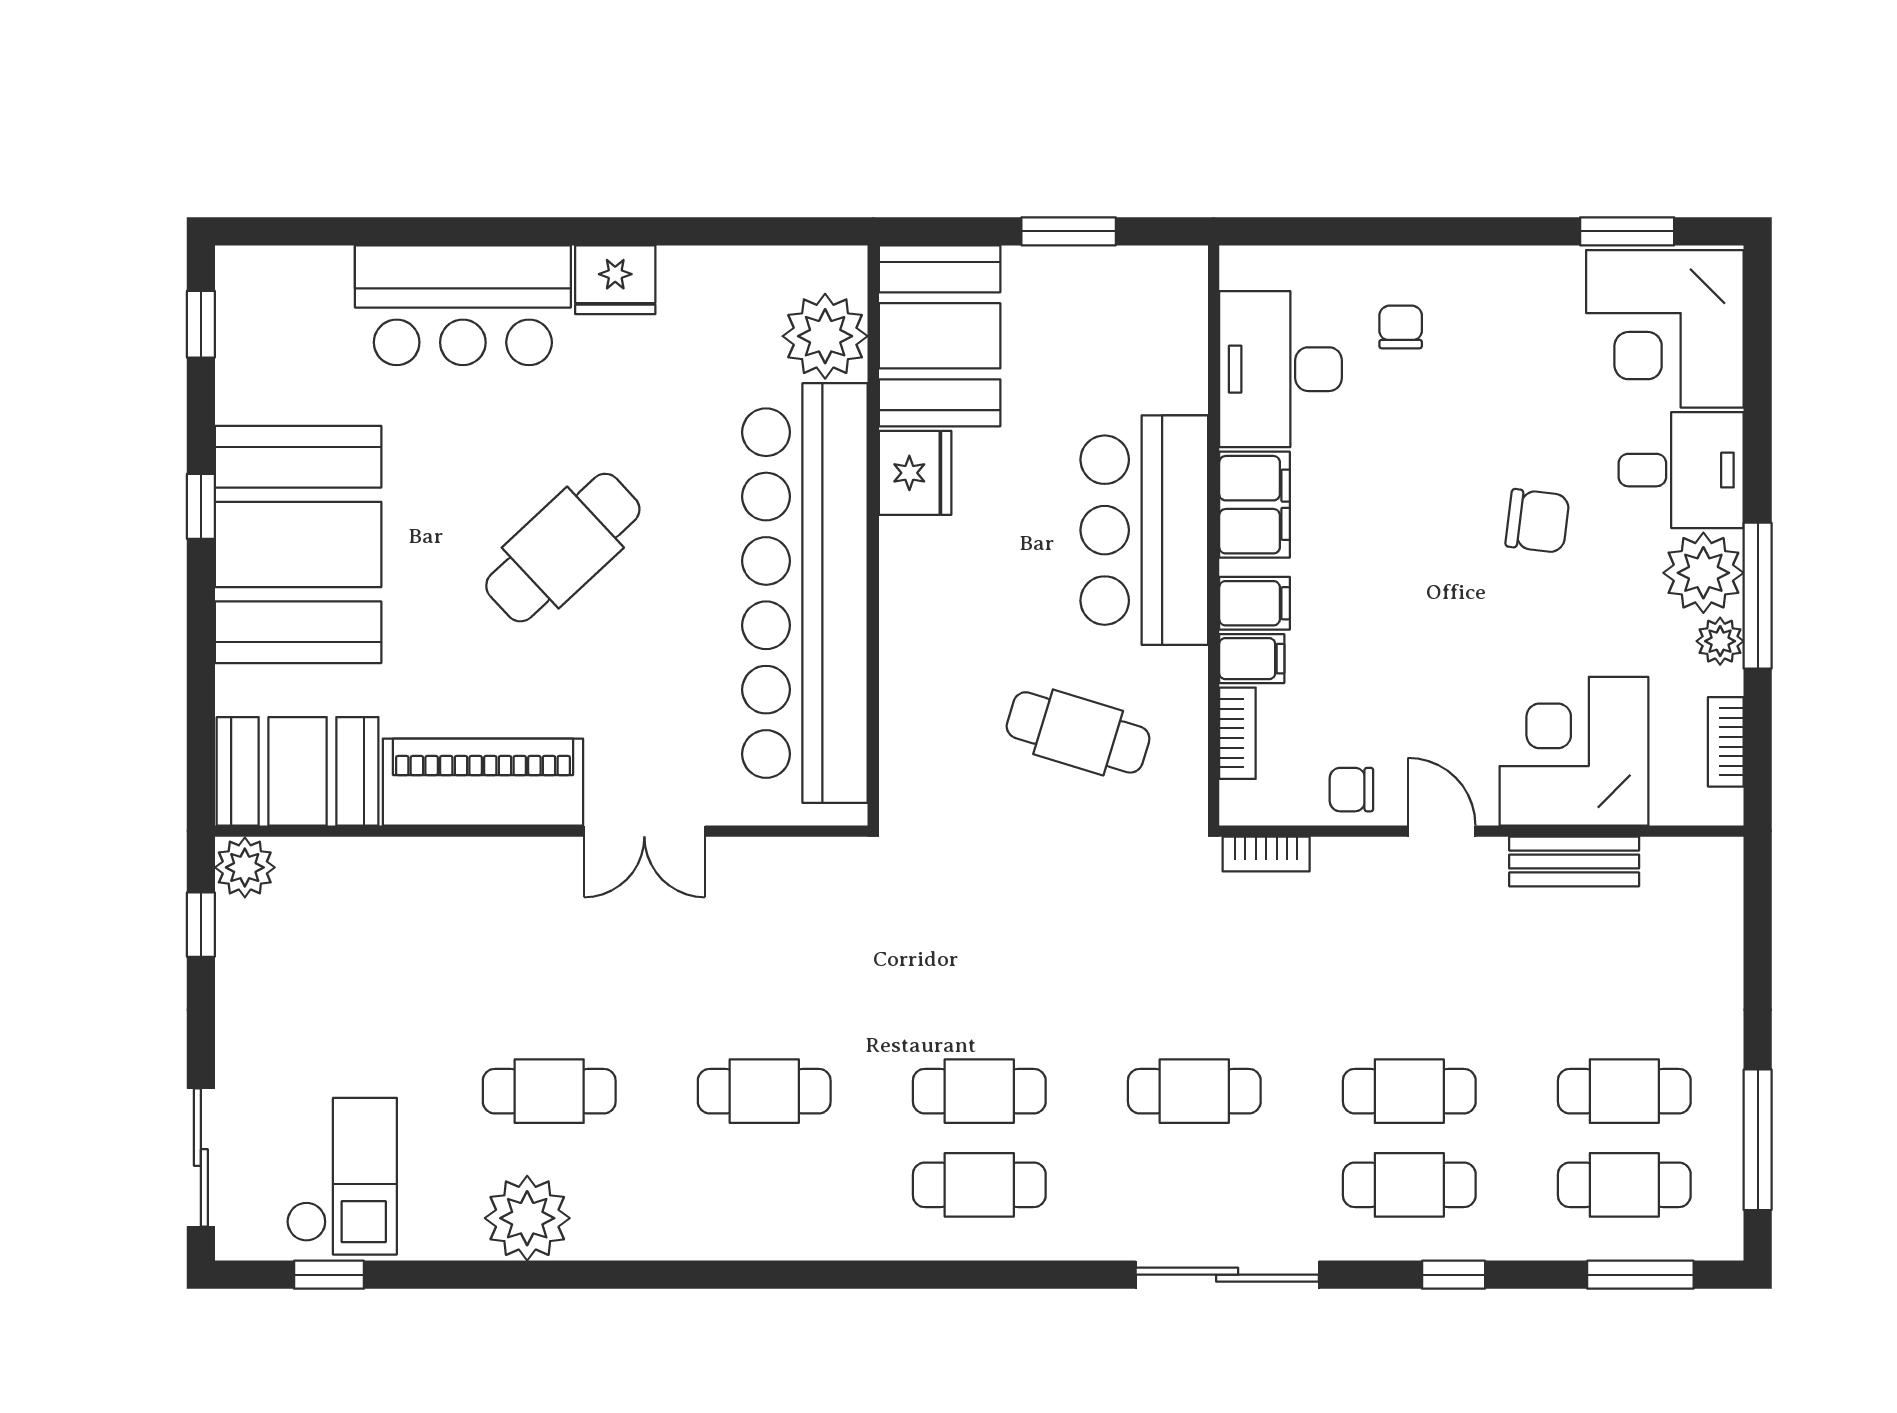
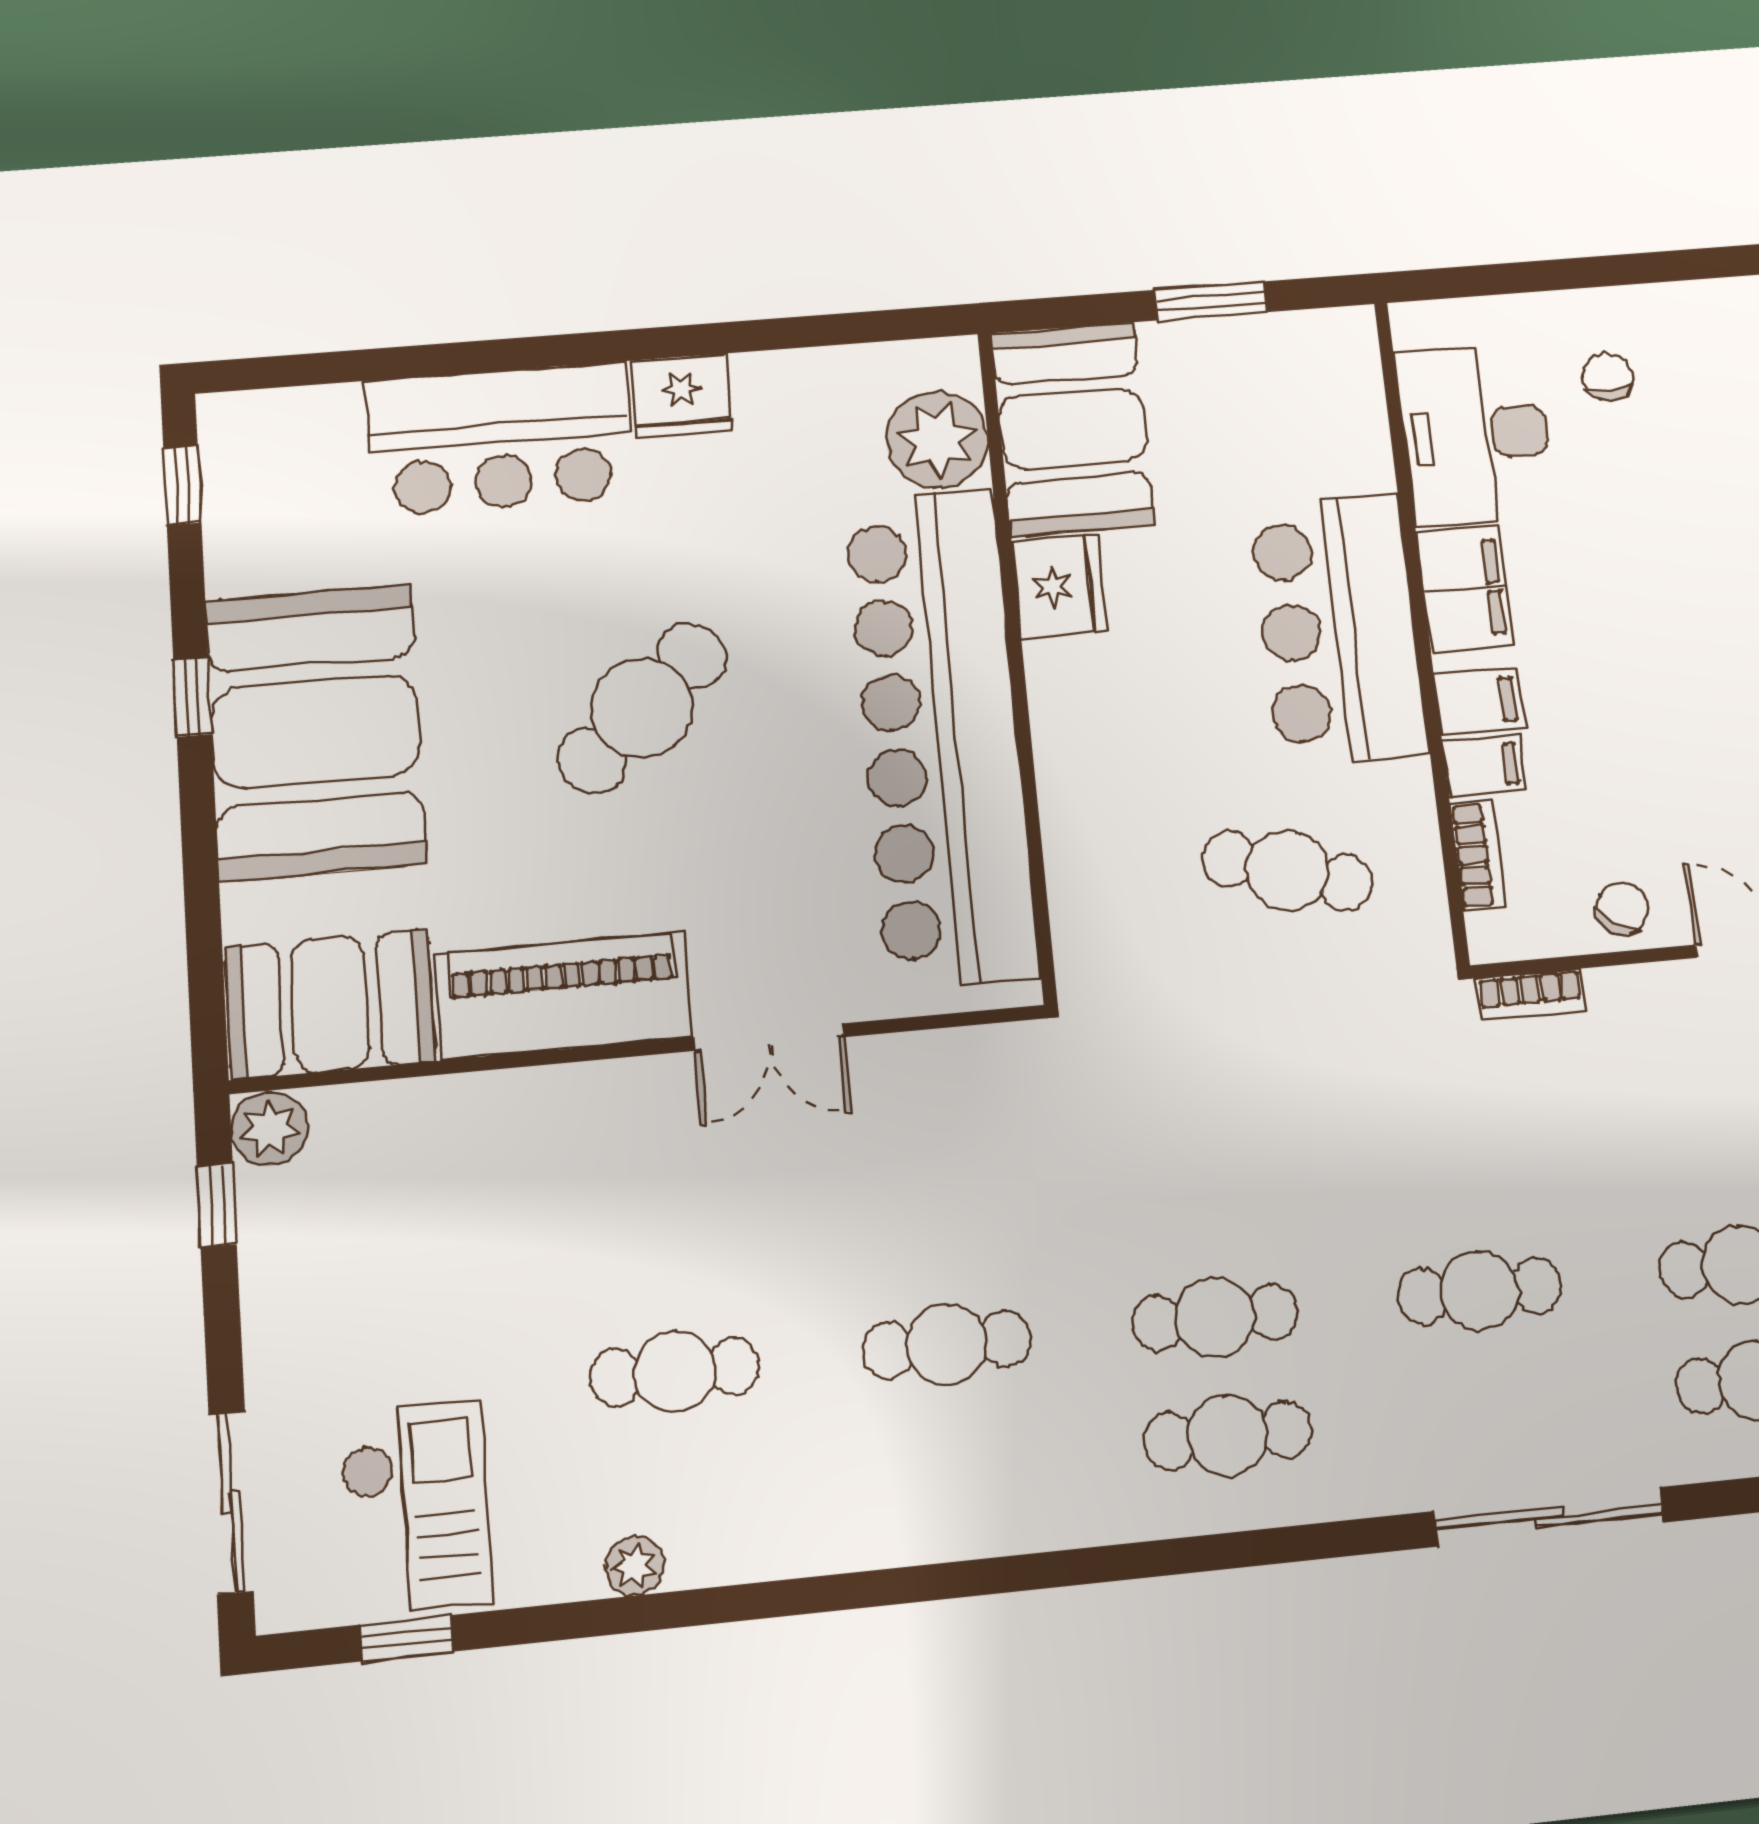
chair: (1351, 790) -> (1622, 908), turned 124
plant: (527, 1218) -> (635, 1566), width x0.53, depth x0.53

